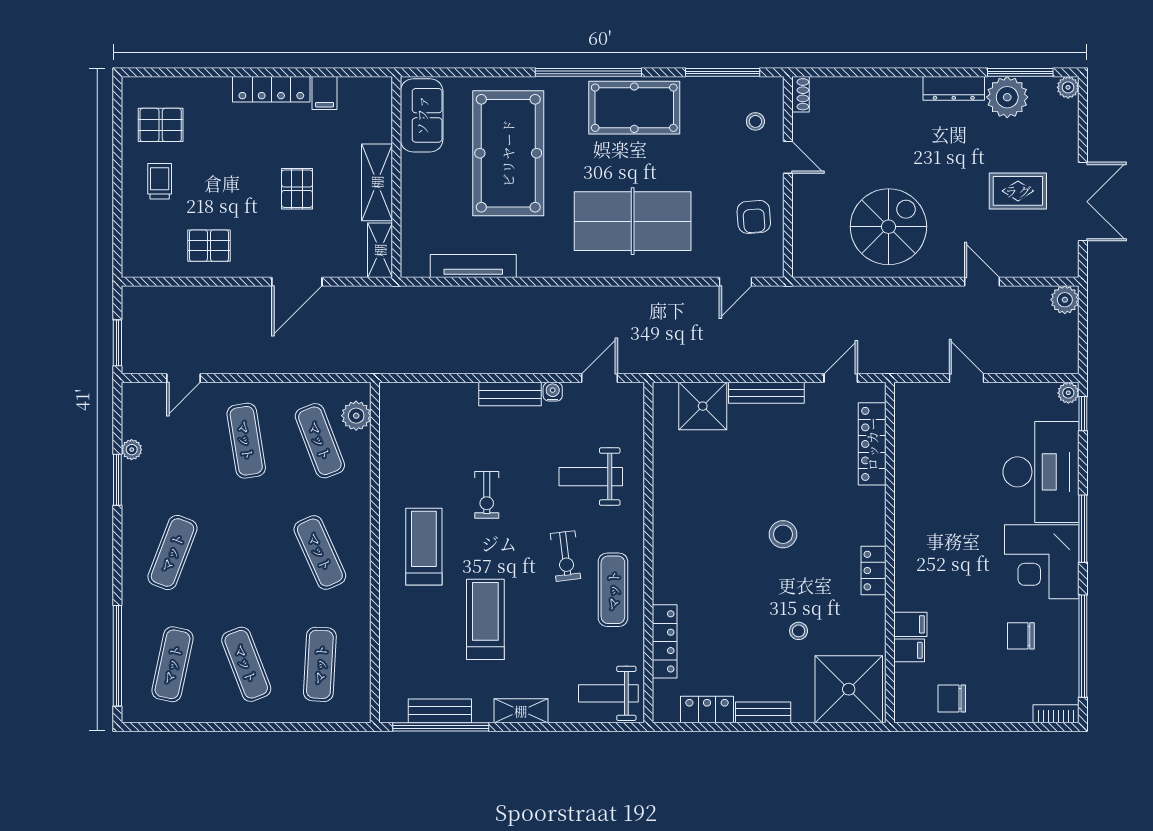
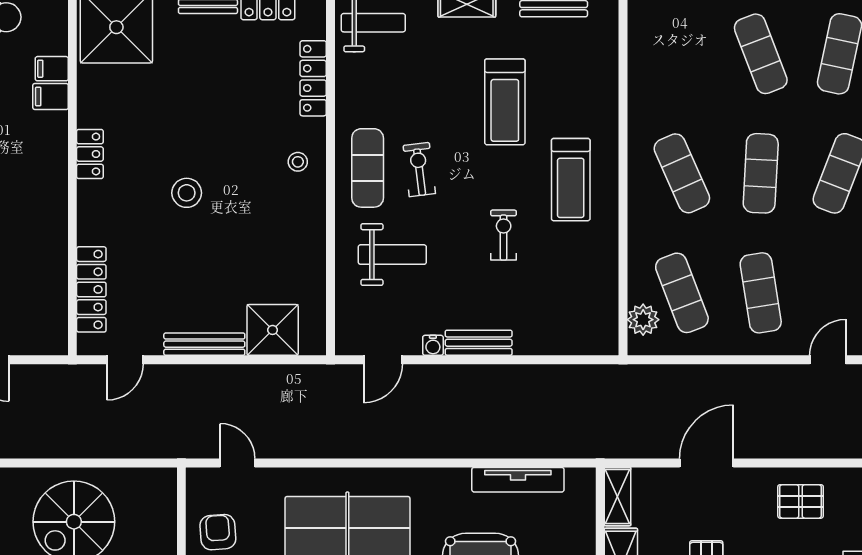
door: (736, 282) -> (237, 463), hinge flipped
exercise mat: (613, 590) -> (368, 168), moved
stool: (799, 631) -> (298, 162), moved
exercise mat: (320, 664) -> (761, 173), moved

